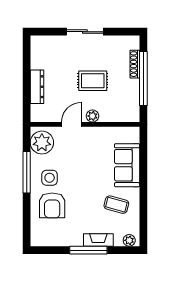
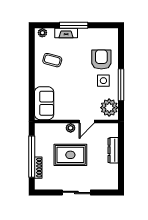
rug: (93, 81) -> (70, 155), width x1.36, depth x1.43
sofa: (127, 165) -> (44, 103), moved

